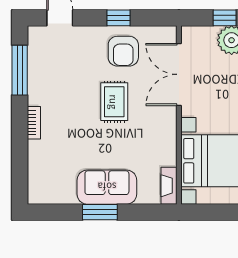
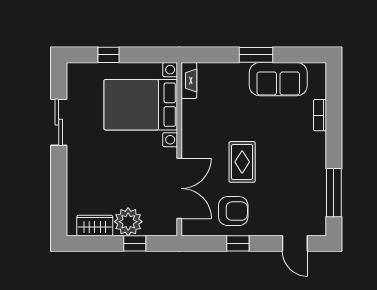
armchair: (123, 51) -> (233, 211), turned 90
bookcase: (34, 123) -> (320, 115), moved
sofa: (107, 187) -> (278, 79), moved

